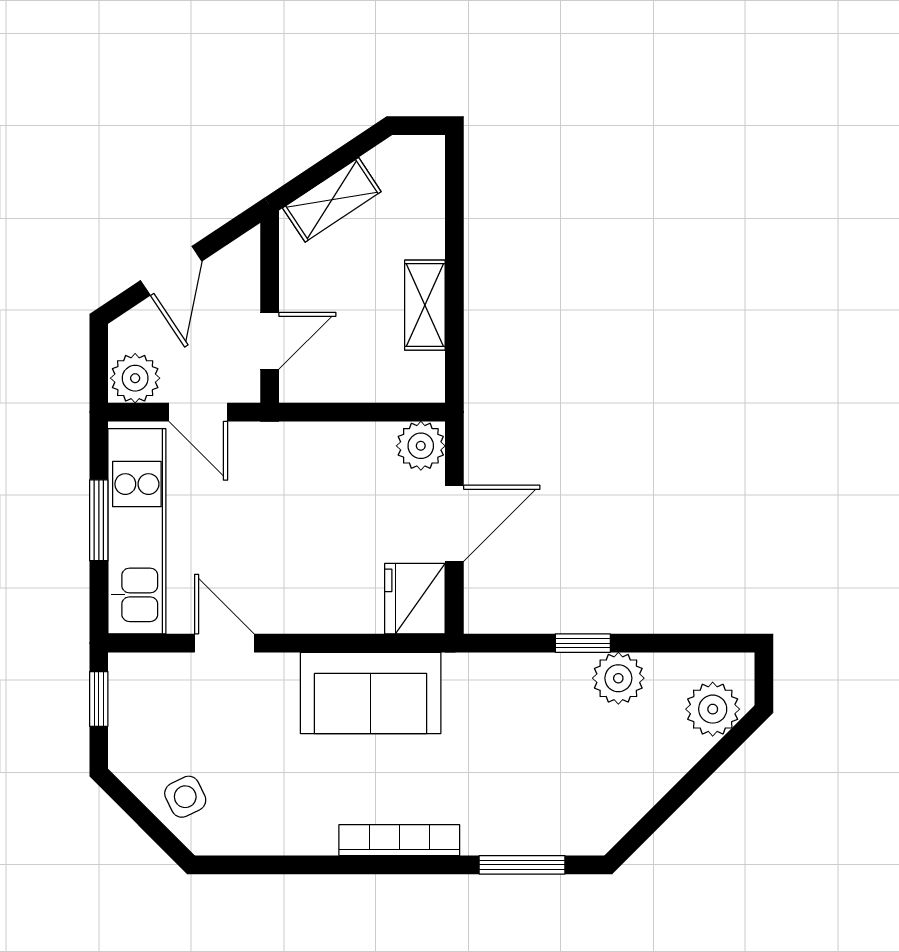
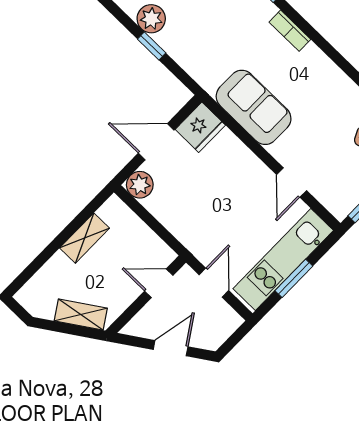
plant: (135, 378) -> (226, 320), removed
bookcase: (399, 840) -> (290, 31), width x0.64

